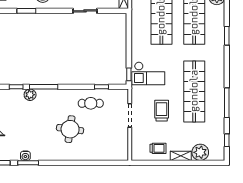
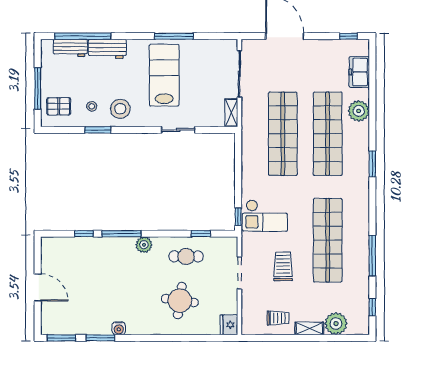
plant: (30, 95) -> (144, 245), moved
round table: (70, 129) -> (180, 301), moved
fridge: (122, 153) -> (229, 325), added
water cooler: (25, 156) -> (119, 328), moved

